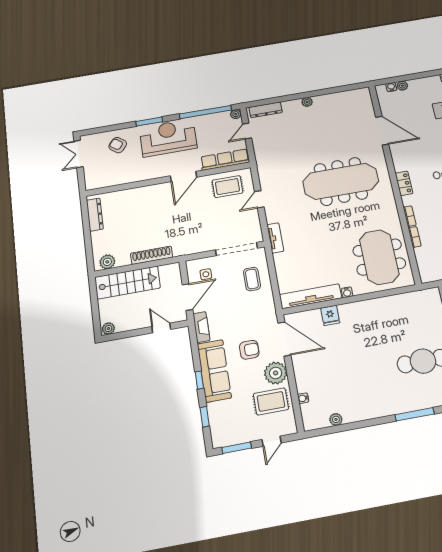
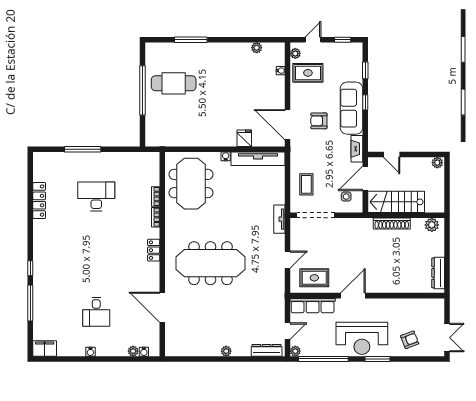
armchair: (118, 145) -> (410, 340), turned -59
stairs: (127, 283) -> (396, 202), moved
plant: (276, 373) -> (295, 53), moved, width x0.53, depth x0.53
window: (237, 448) -> (343, 40), width x0.67

